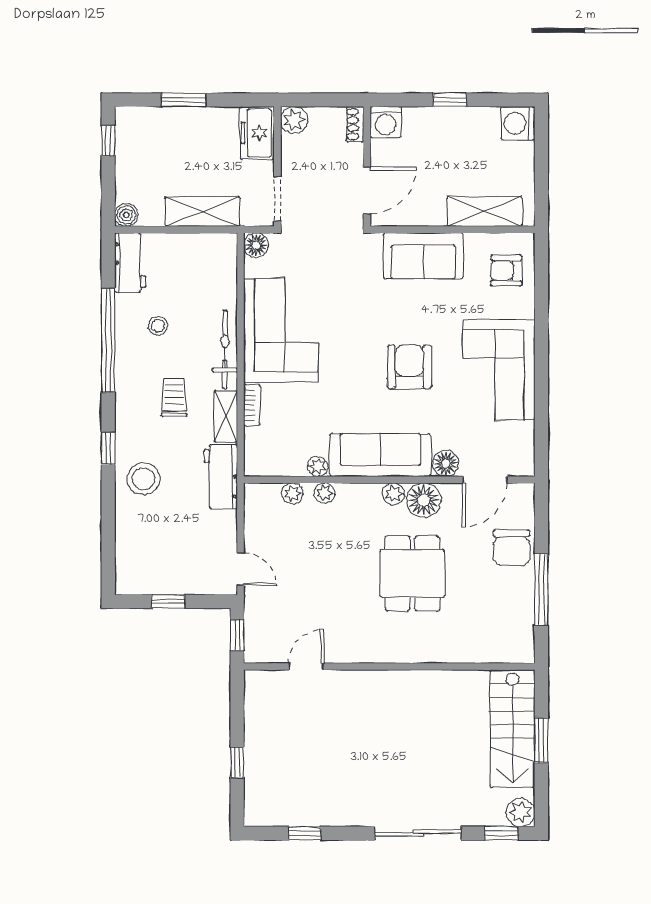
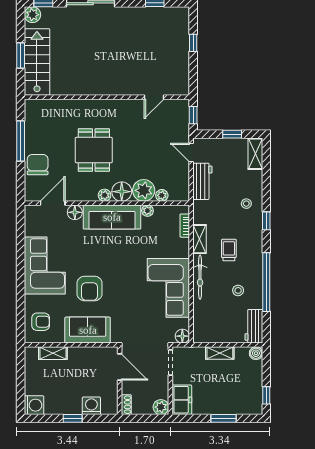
washing machine: (386, 122) -> (91, 406), moved
door: (367, 191) -> (120, 367), swing flipped
shelving: (484, 211) -> (53, 353), width x0.67, depth x0.75
shelving: (202, 212) -> (220, 353), width x0.67, depth x0.75
armchair: (409, 367) -> (90, 288), moved
trolley: (174, 397) -> (229, 250), turned 180
bookcase: (252, 405) -> (185, 226), moved
workbench: (221, 477) -> (202, 181), moved
stool: (143, 479) -> (246, 204), width x0.53, depth x0.53
plant: (324, 493) -> (144, 190), width x1.88, depth x1.88
floor lamp: (424, 500) -> (122, 192), moved
shelving: (127, 567) -> (255, 154), added

